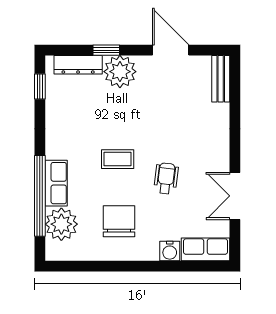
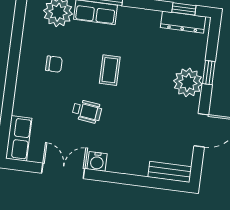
dresser: (78, 65) -> (183, 22), moved, turned -90
chair: (119, 221) -> (54, 64), width x0.54, depth x0.54
water cooler: (170, 251) -> (97, 161), moved, turned -90

